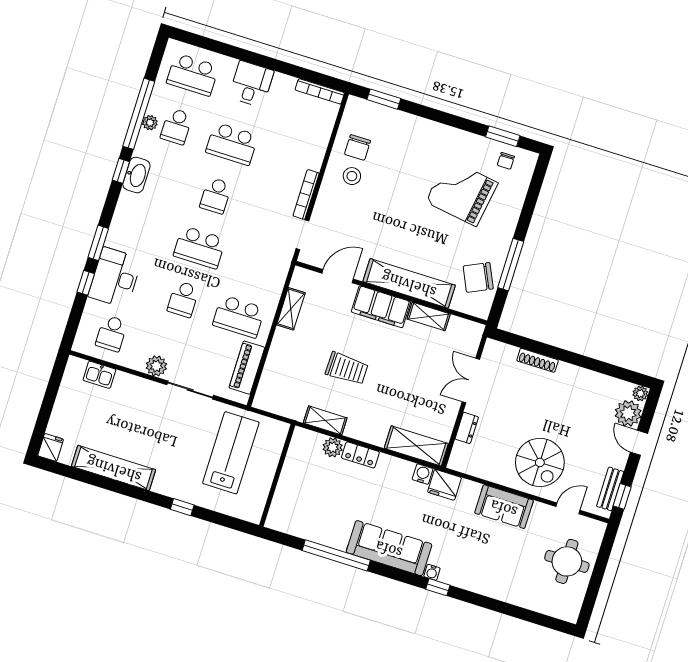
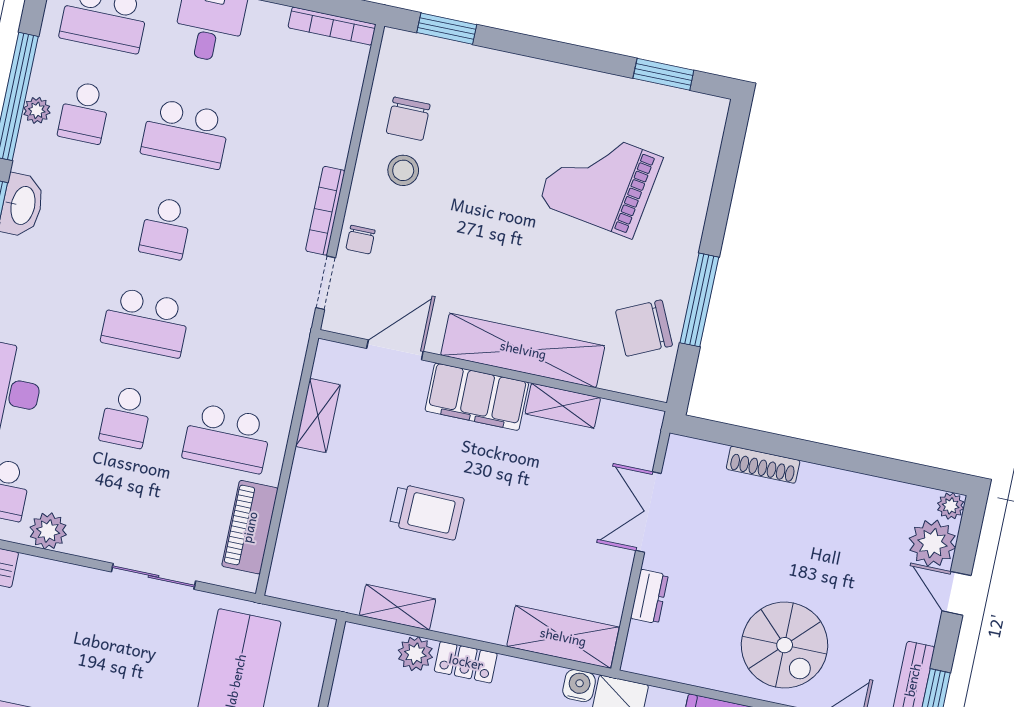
chair: (506, 161) -> (361, 240), moved
plant: (156, 366) -> (48, 531), moved

